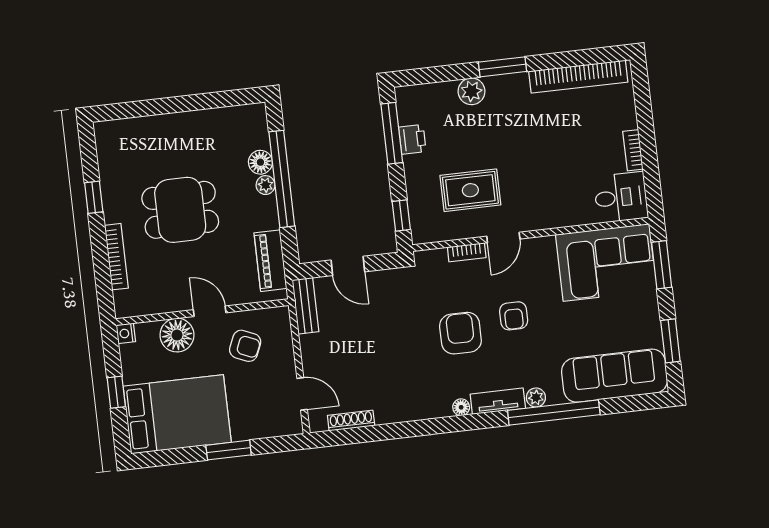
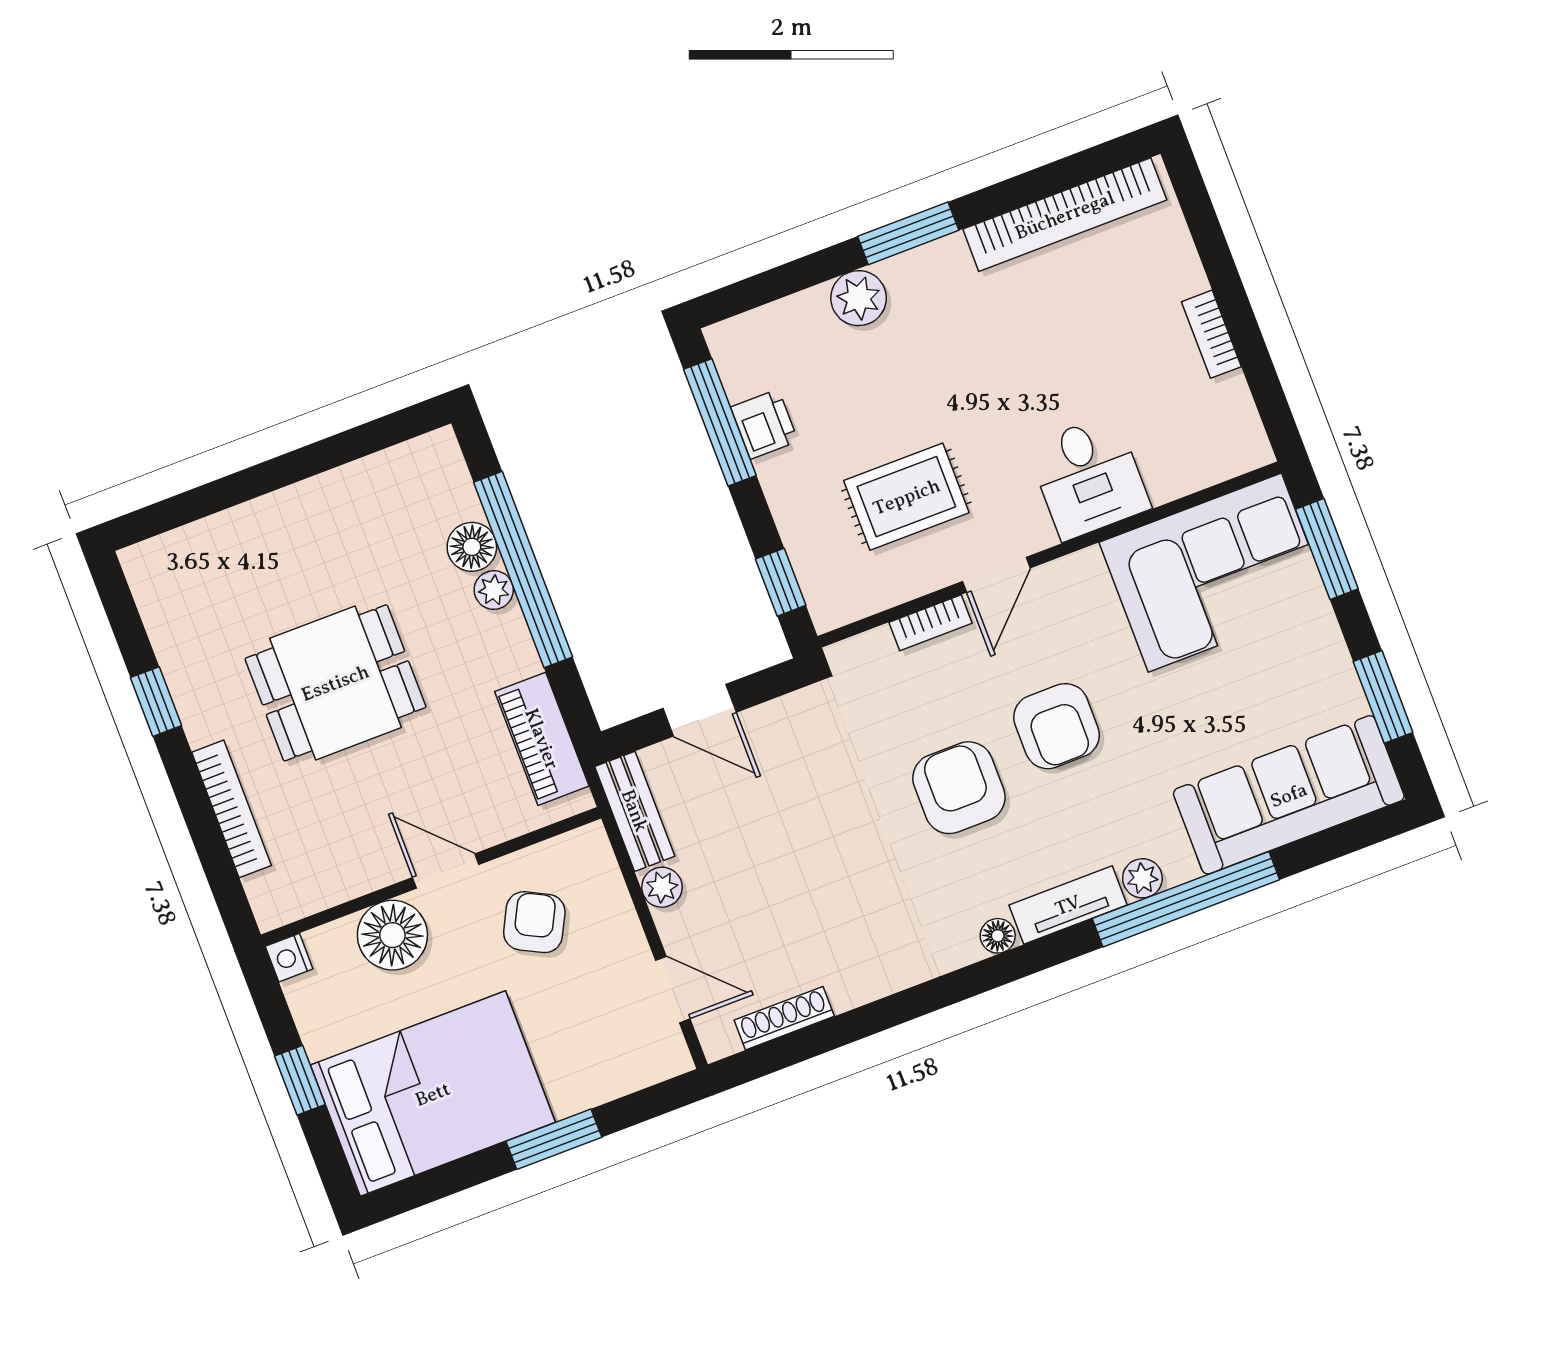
desk: (621, 197) -> (1089, 477), moved, turned 90
armchair: (514, 316) -> (1057, 726), width x1.38, depth x1.38
plant: (309, 345) -> (662, 887), added
armchair: (245, 346) -> (534, 922), turned -86

